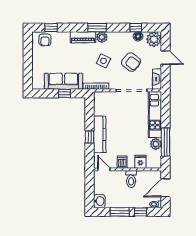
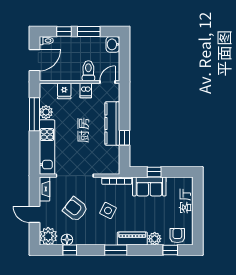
plant: (102, 37) -> (155, 239), moved
sofa: (64, 81) -> (149, 186), width x0.73
window: (90, 137) -> (124, 138), moved
door: (104, 169) -> (107, 82), swing flipped
toilet: (131, 179) -> (88, 71), moved

